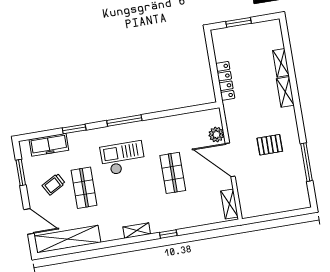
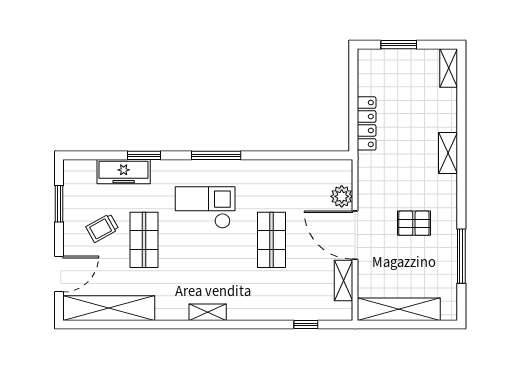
shelving: (281, 63) -> (449, 68), moved
freezer: (49, 145) -> (124, 172), moved
shelving: (229, 204) -> (343, 281), moved
shelving: (269, 206) -> (399, 309), added
door: (29, 221) -> (59, 274), hinge flipped
window: (168, 234) -> (306, 324), moved

